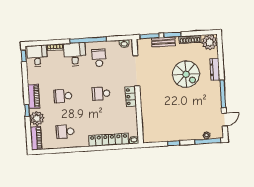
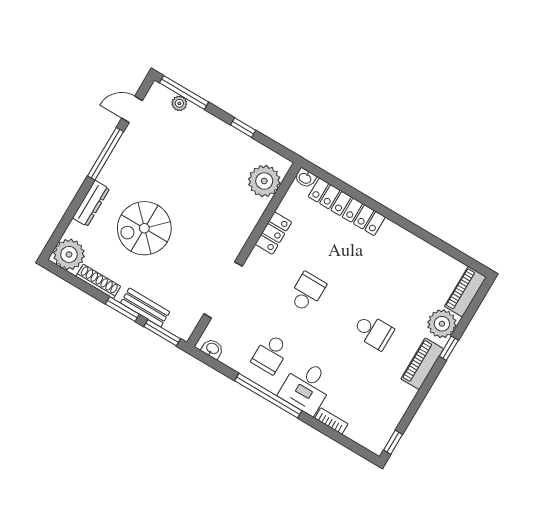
desk: (37, 56) -> (371, 427), removed
spiral stairs: (186, 74) -> (144, 228), turned -90
school desk: (101, 94) -> (307, 292), turned -90
locker: (131, 97) -> (273, 233), moved
plant: (150, 127) -> (264, 181), added
school desk: (65, 132) -> (410, 270), removed

